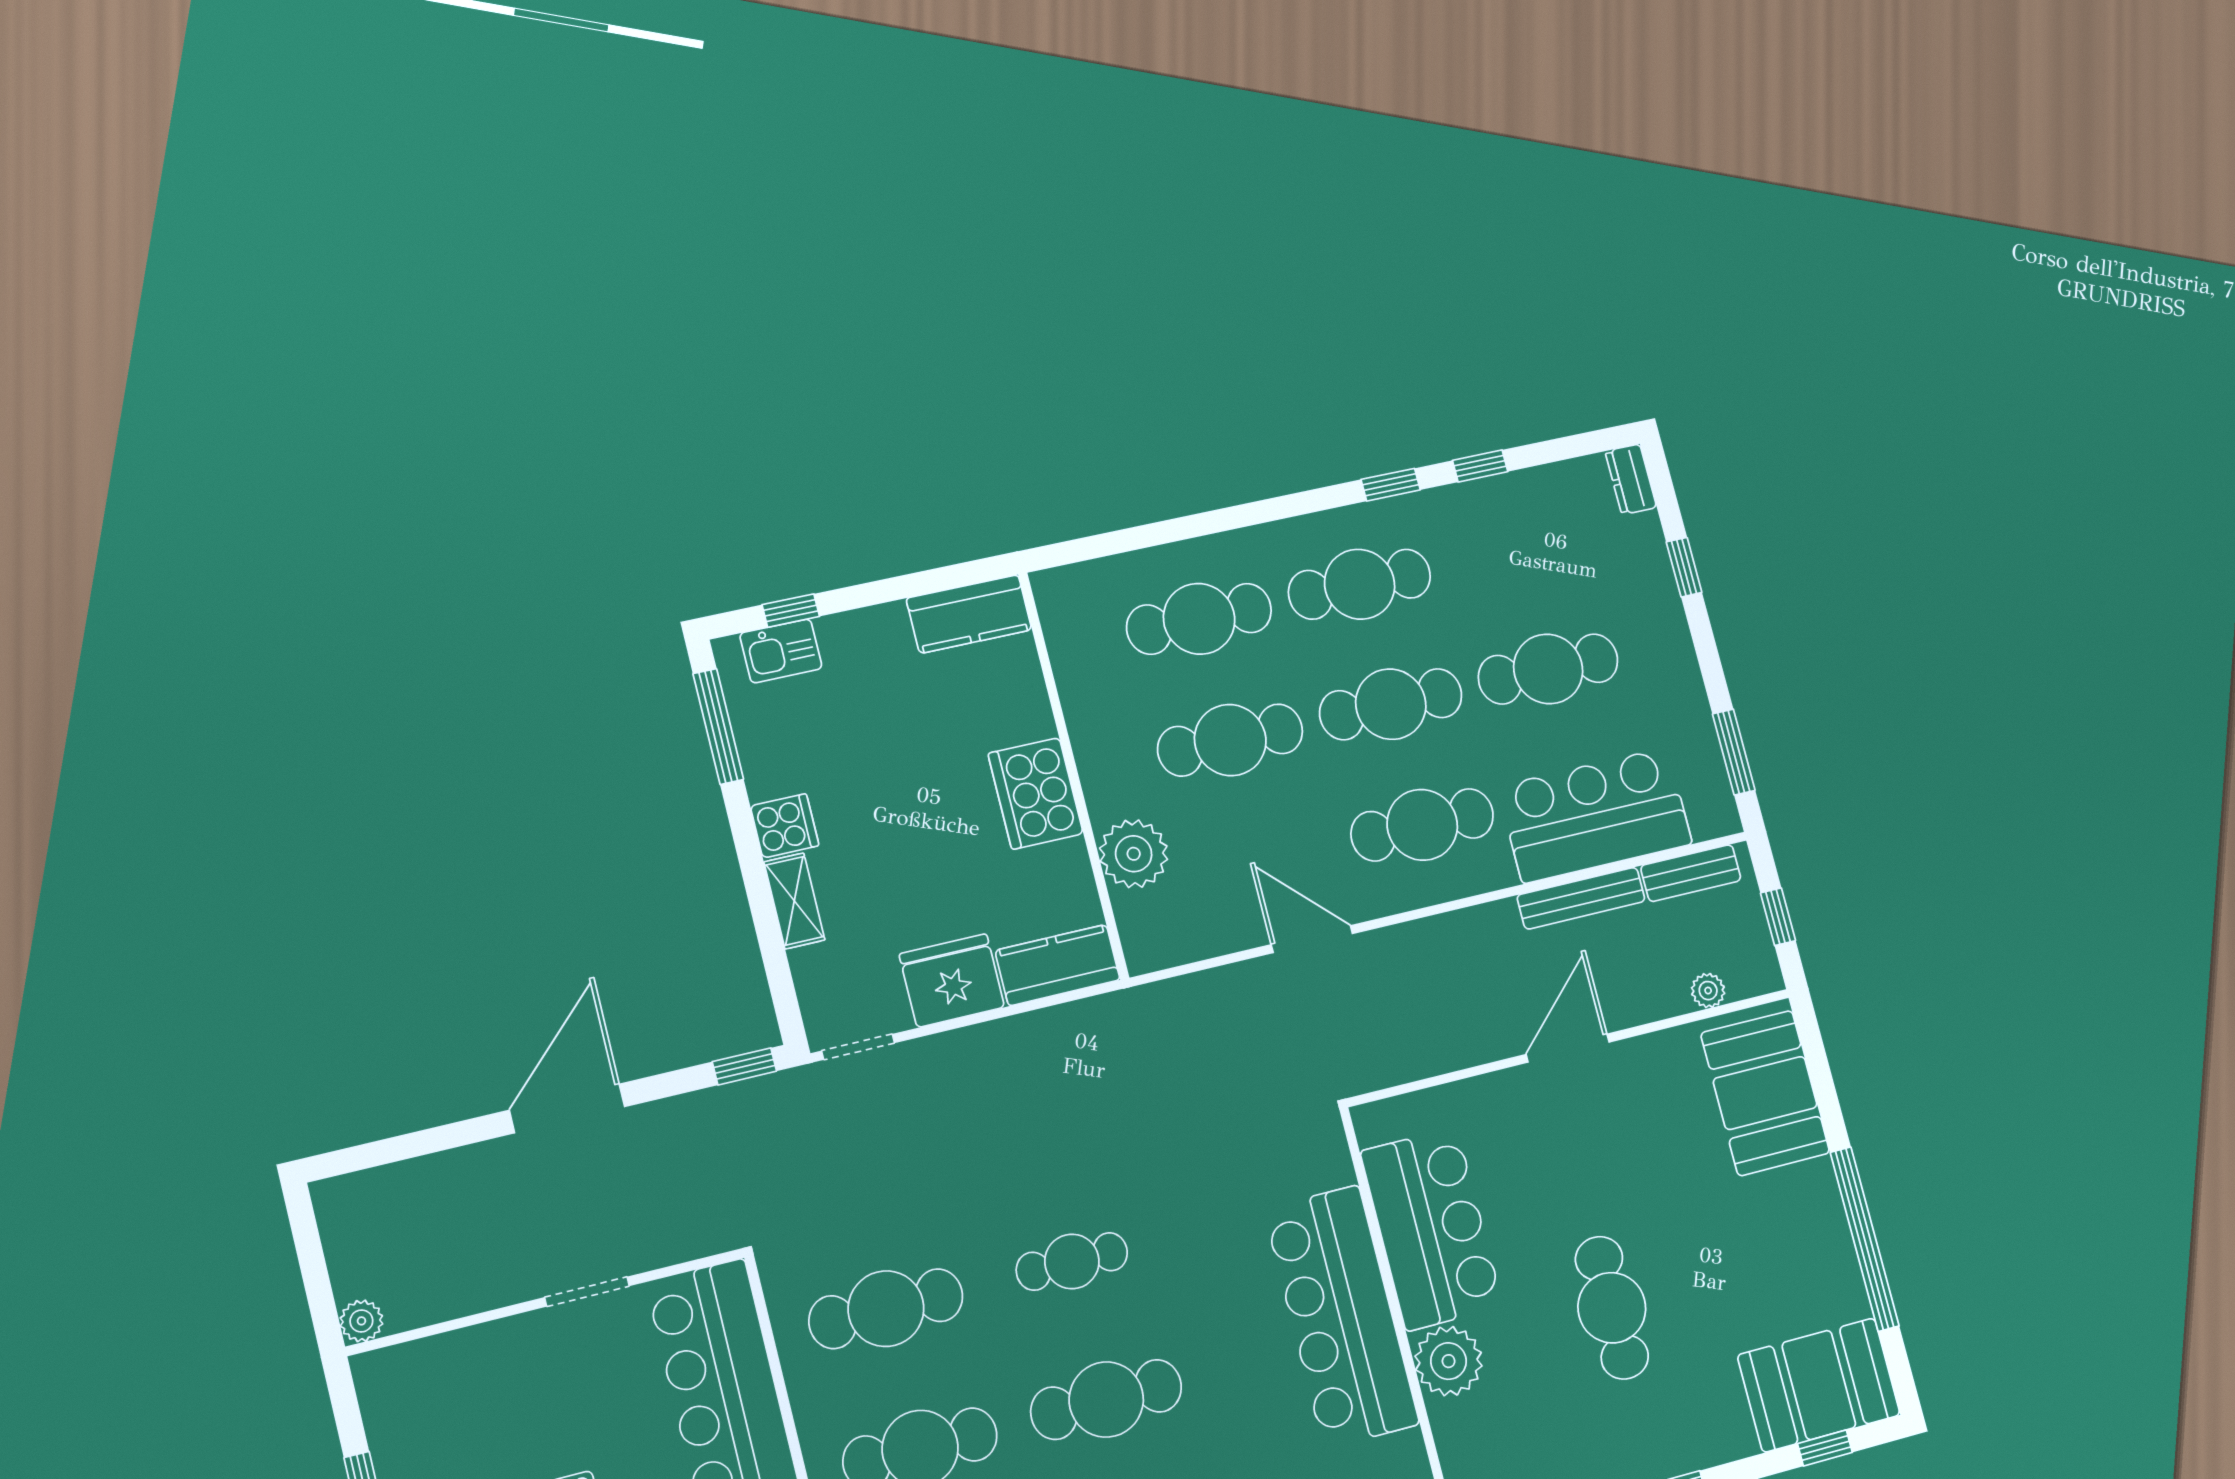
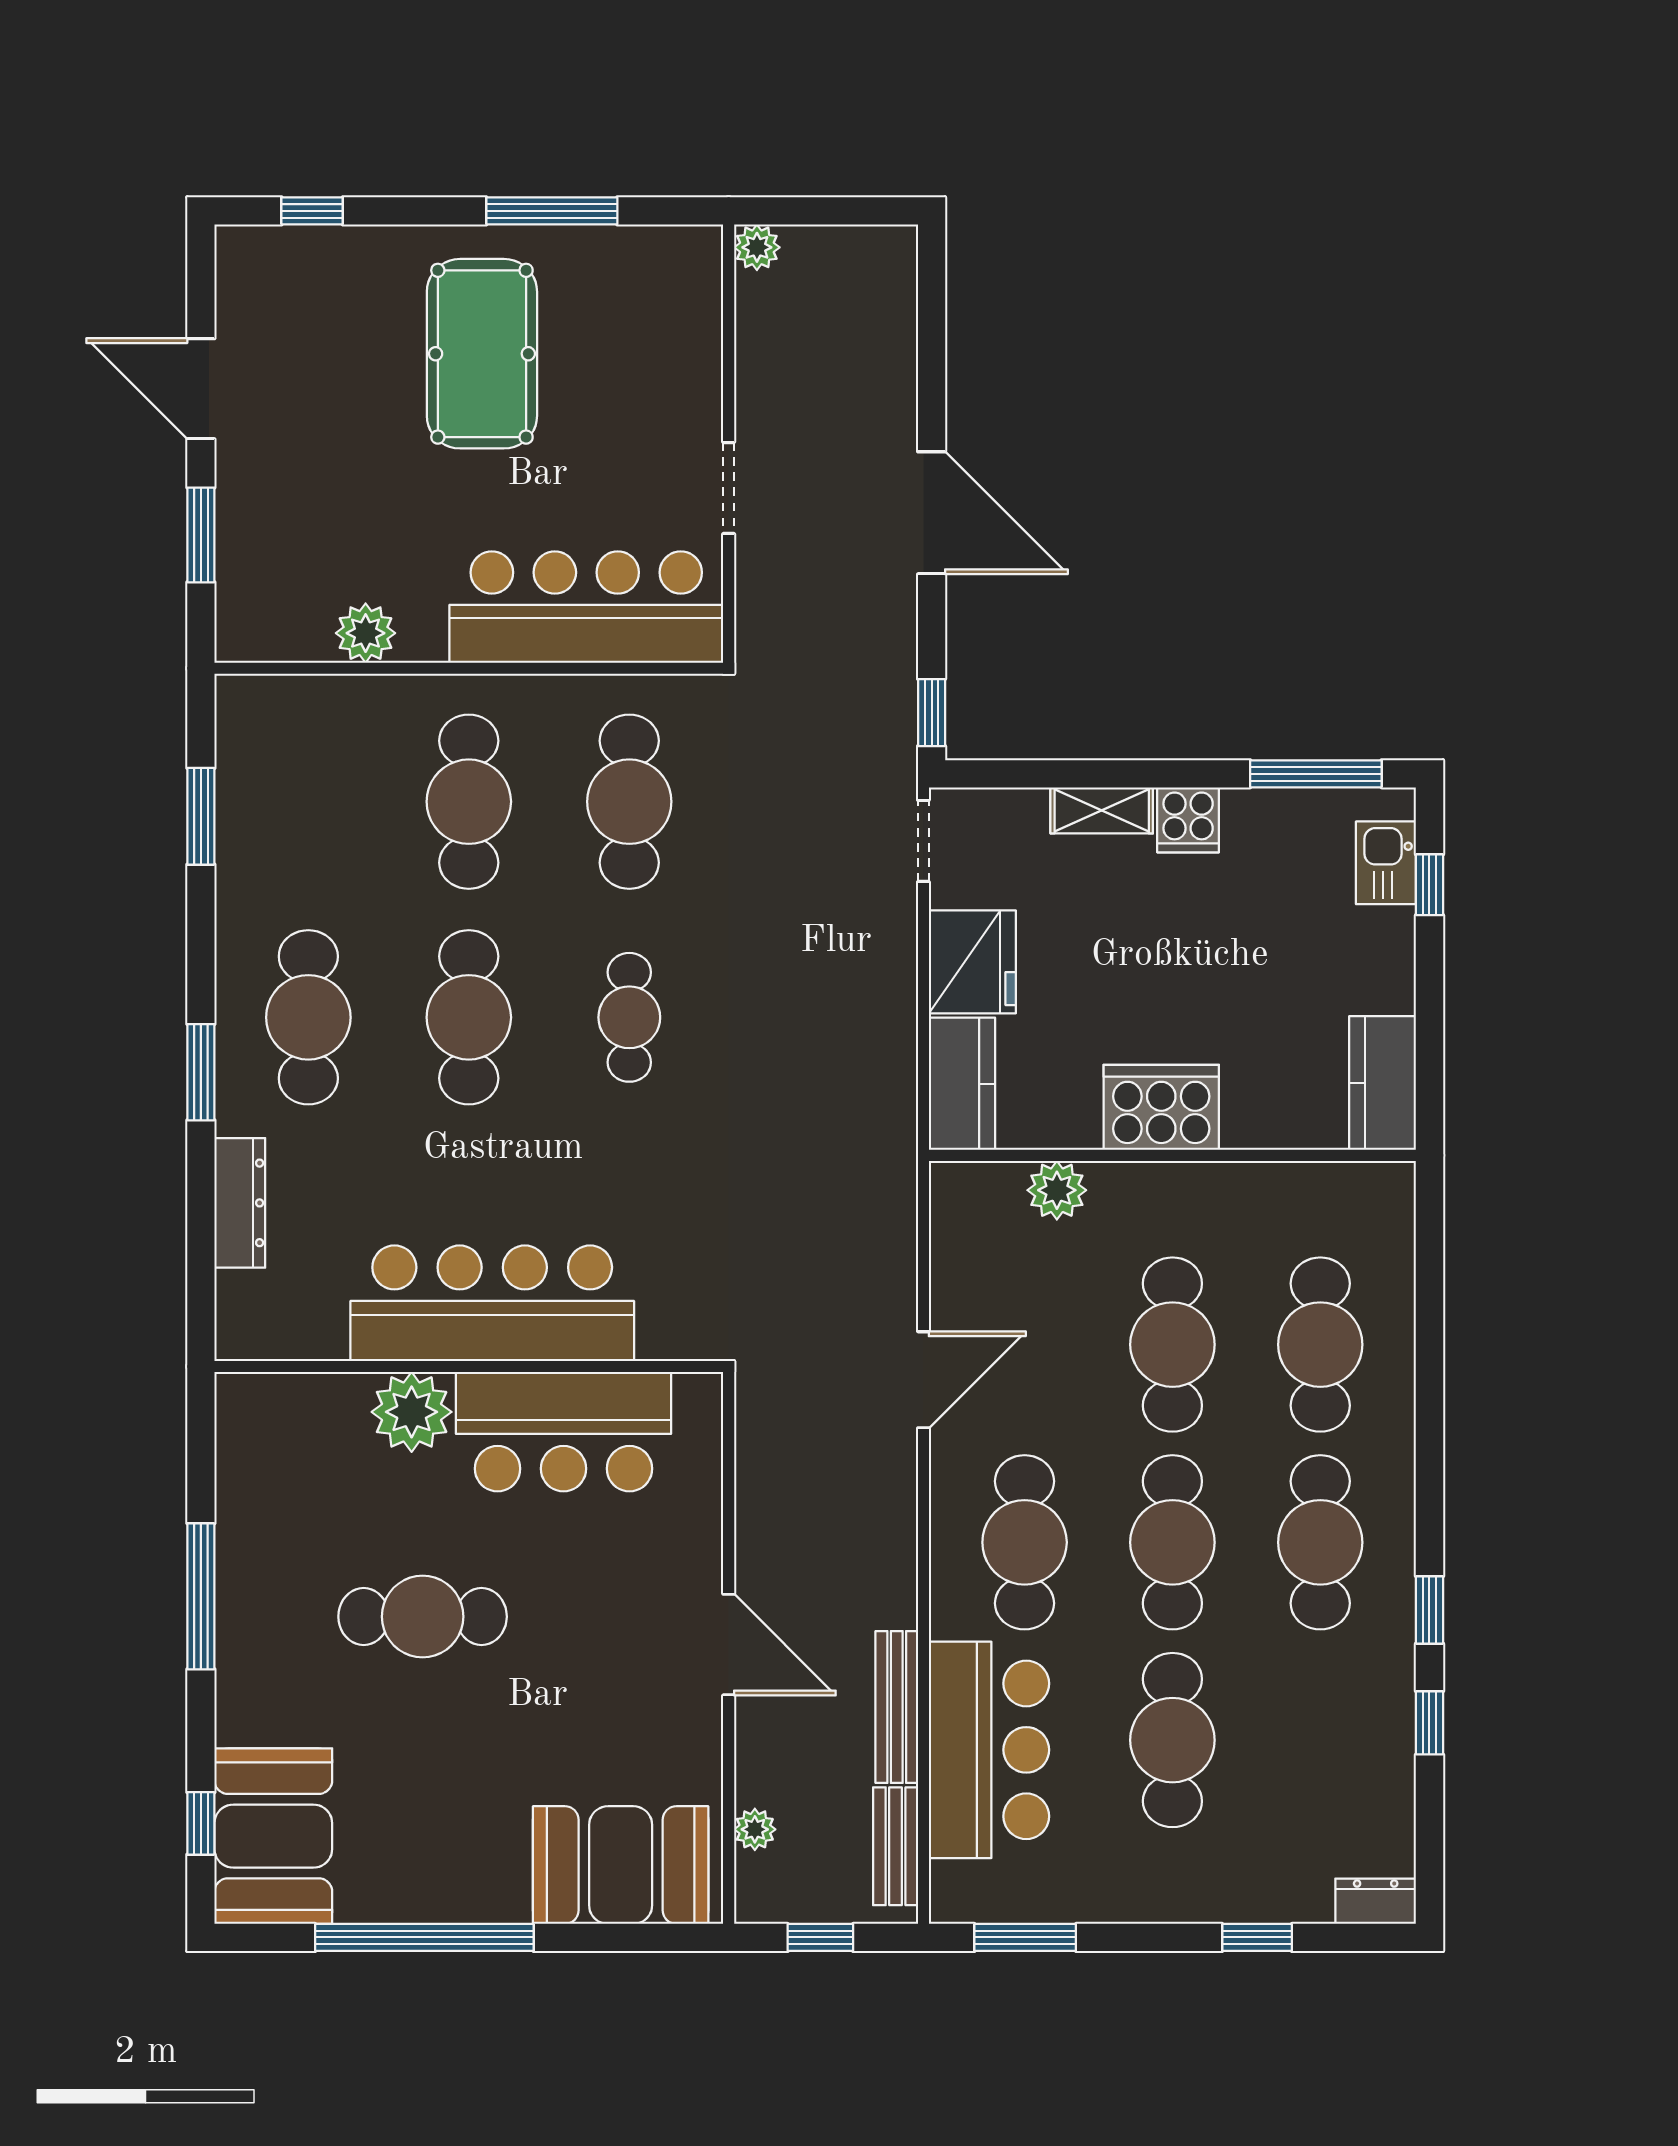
plant: (1134, 854) -> (1057, 1190), width x0.73, depth x0.73

